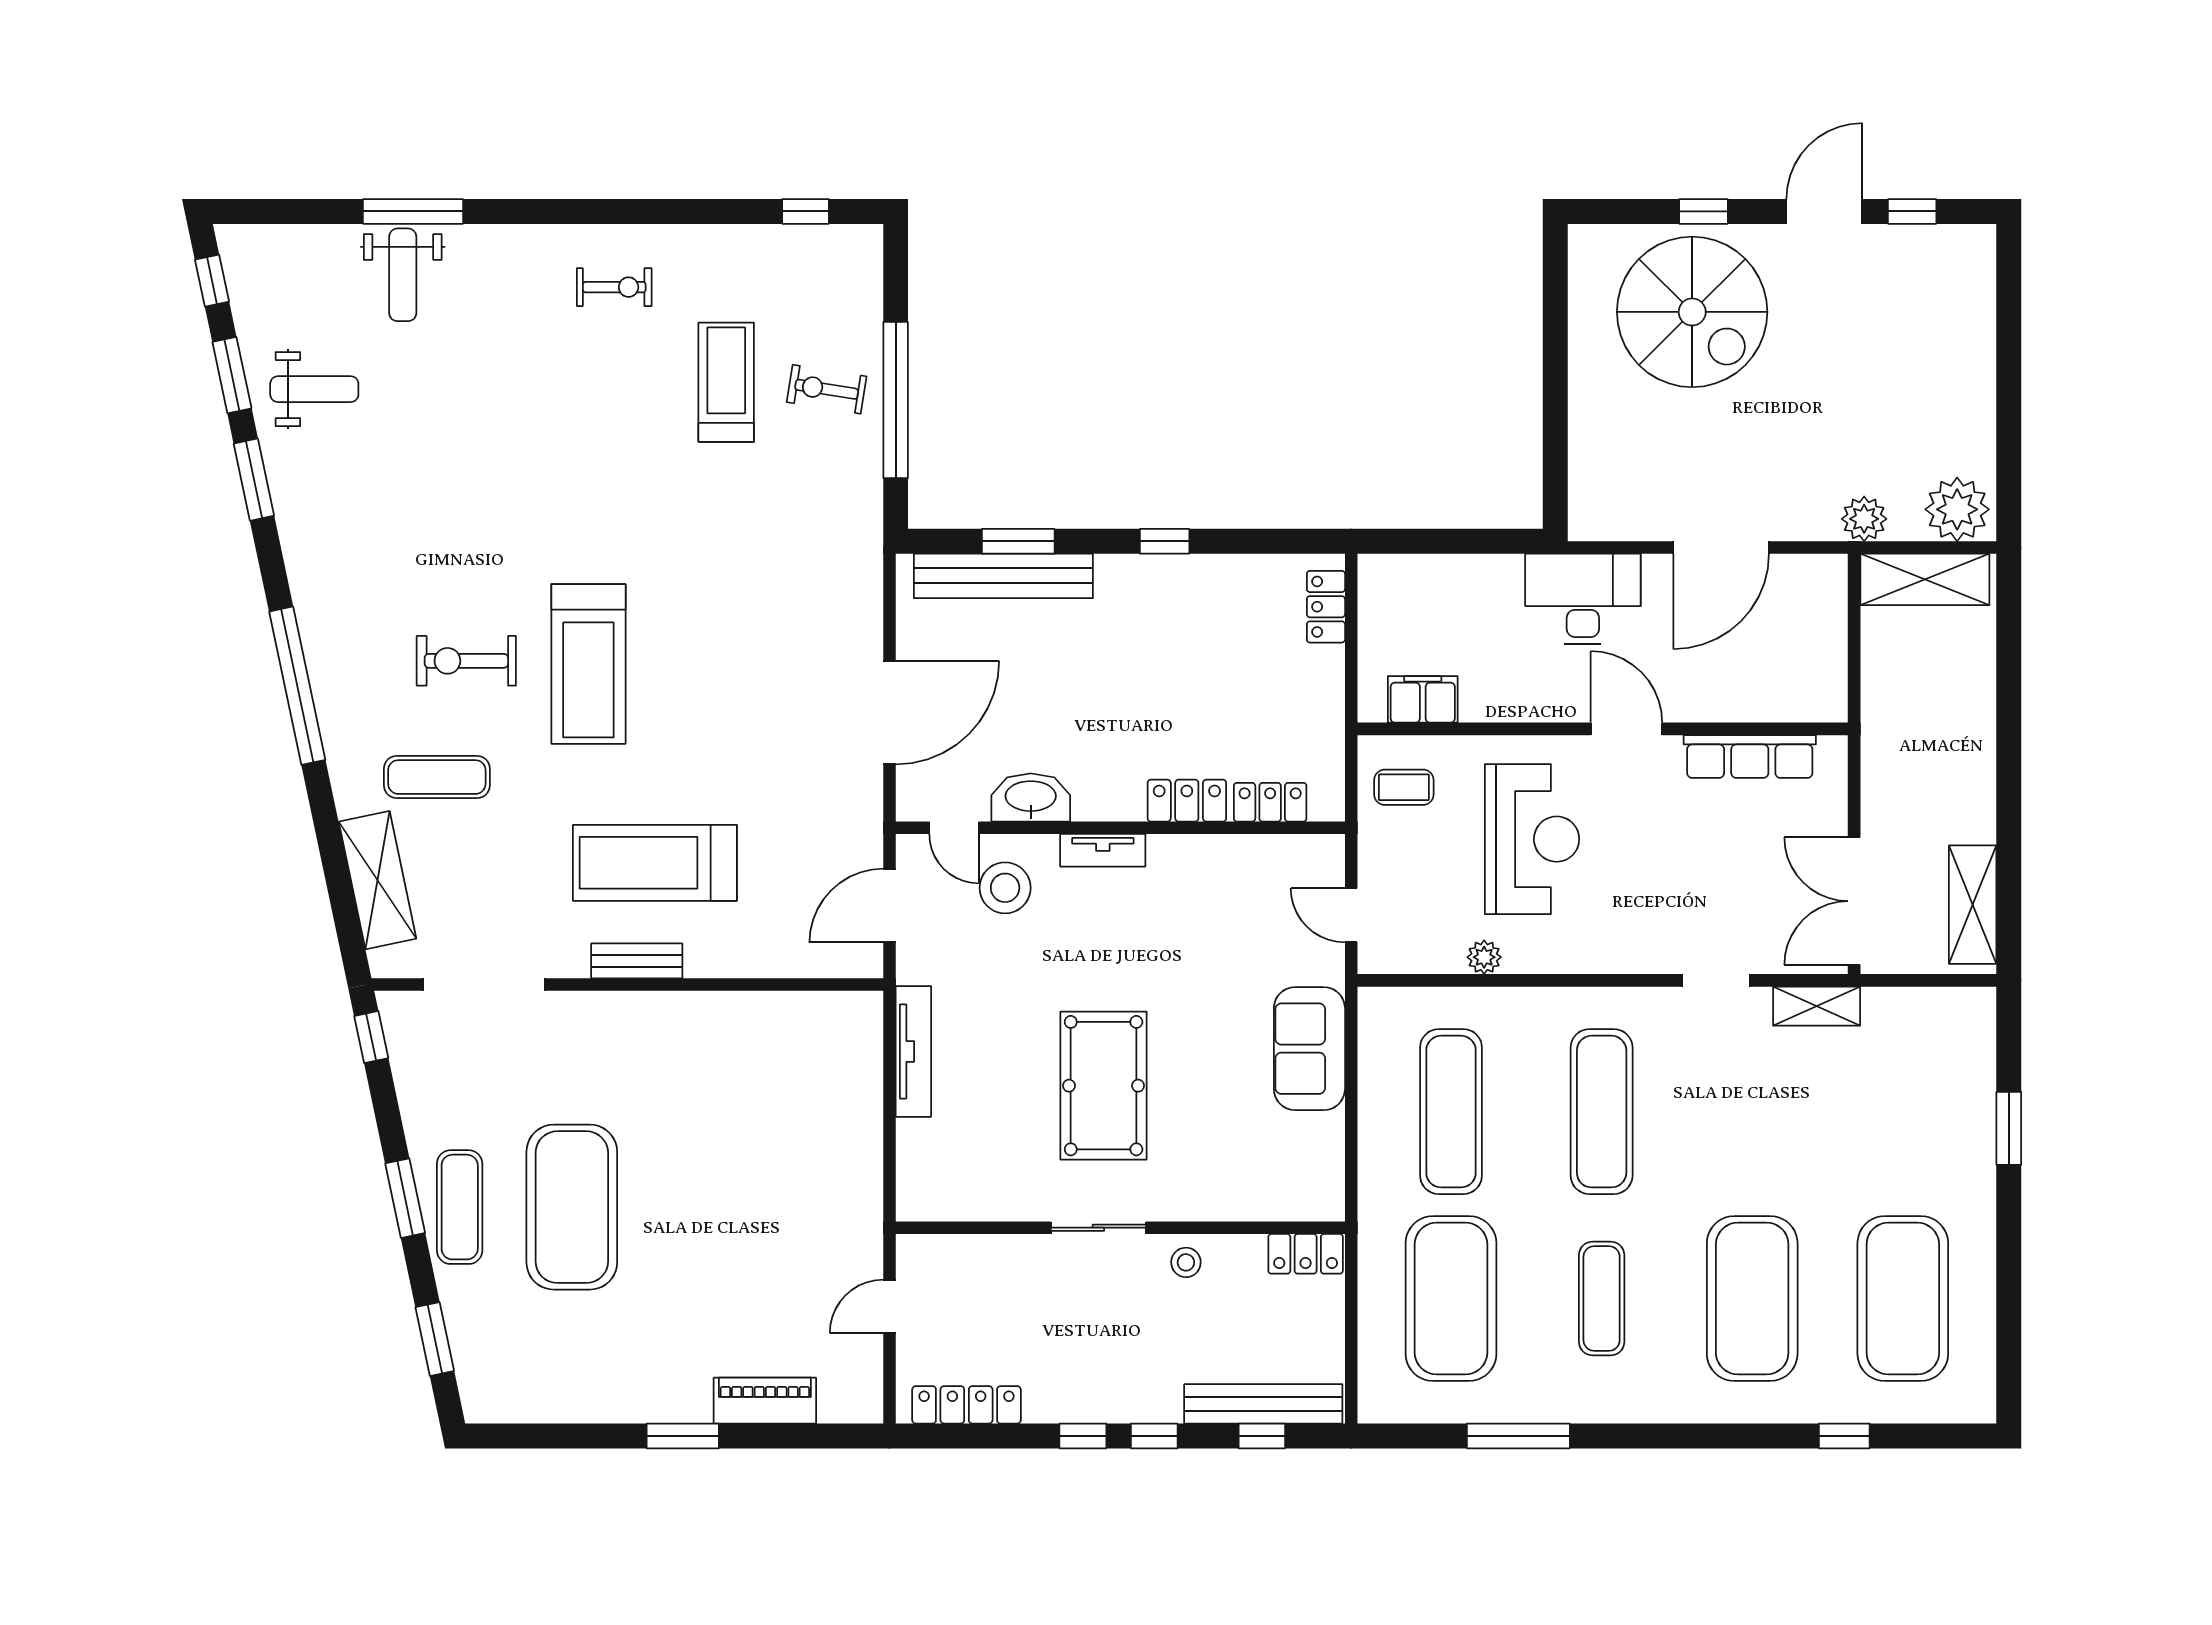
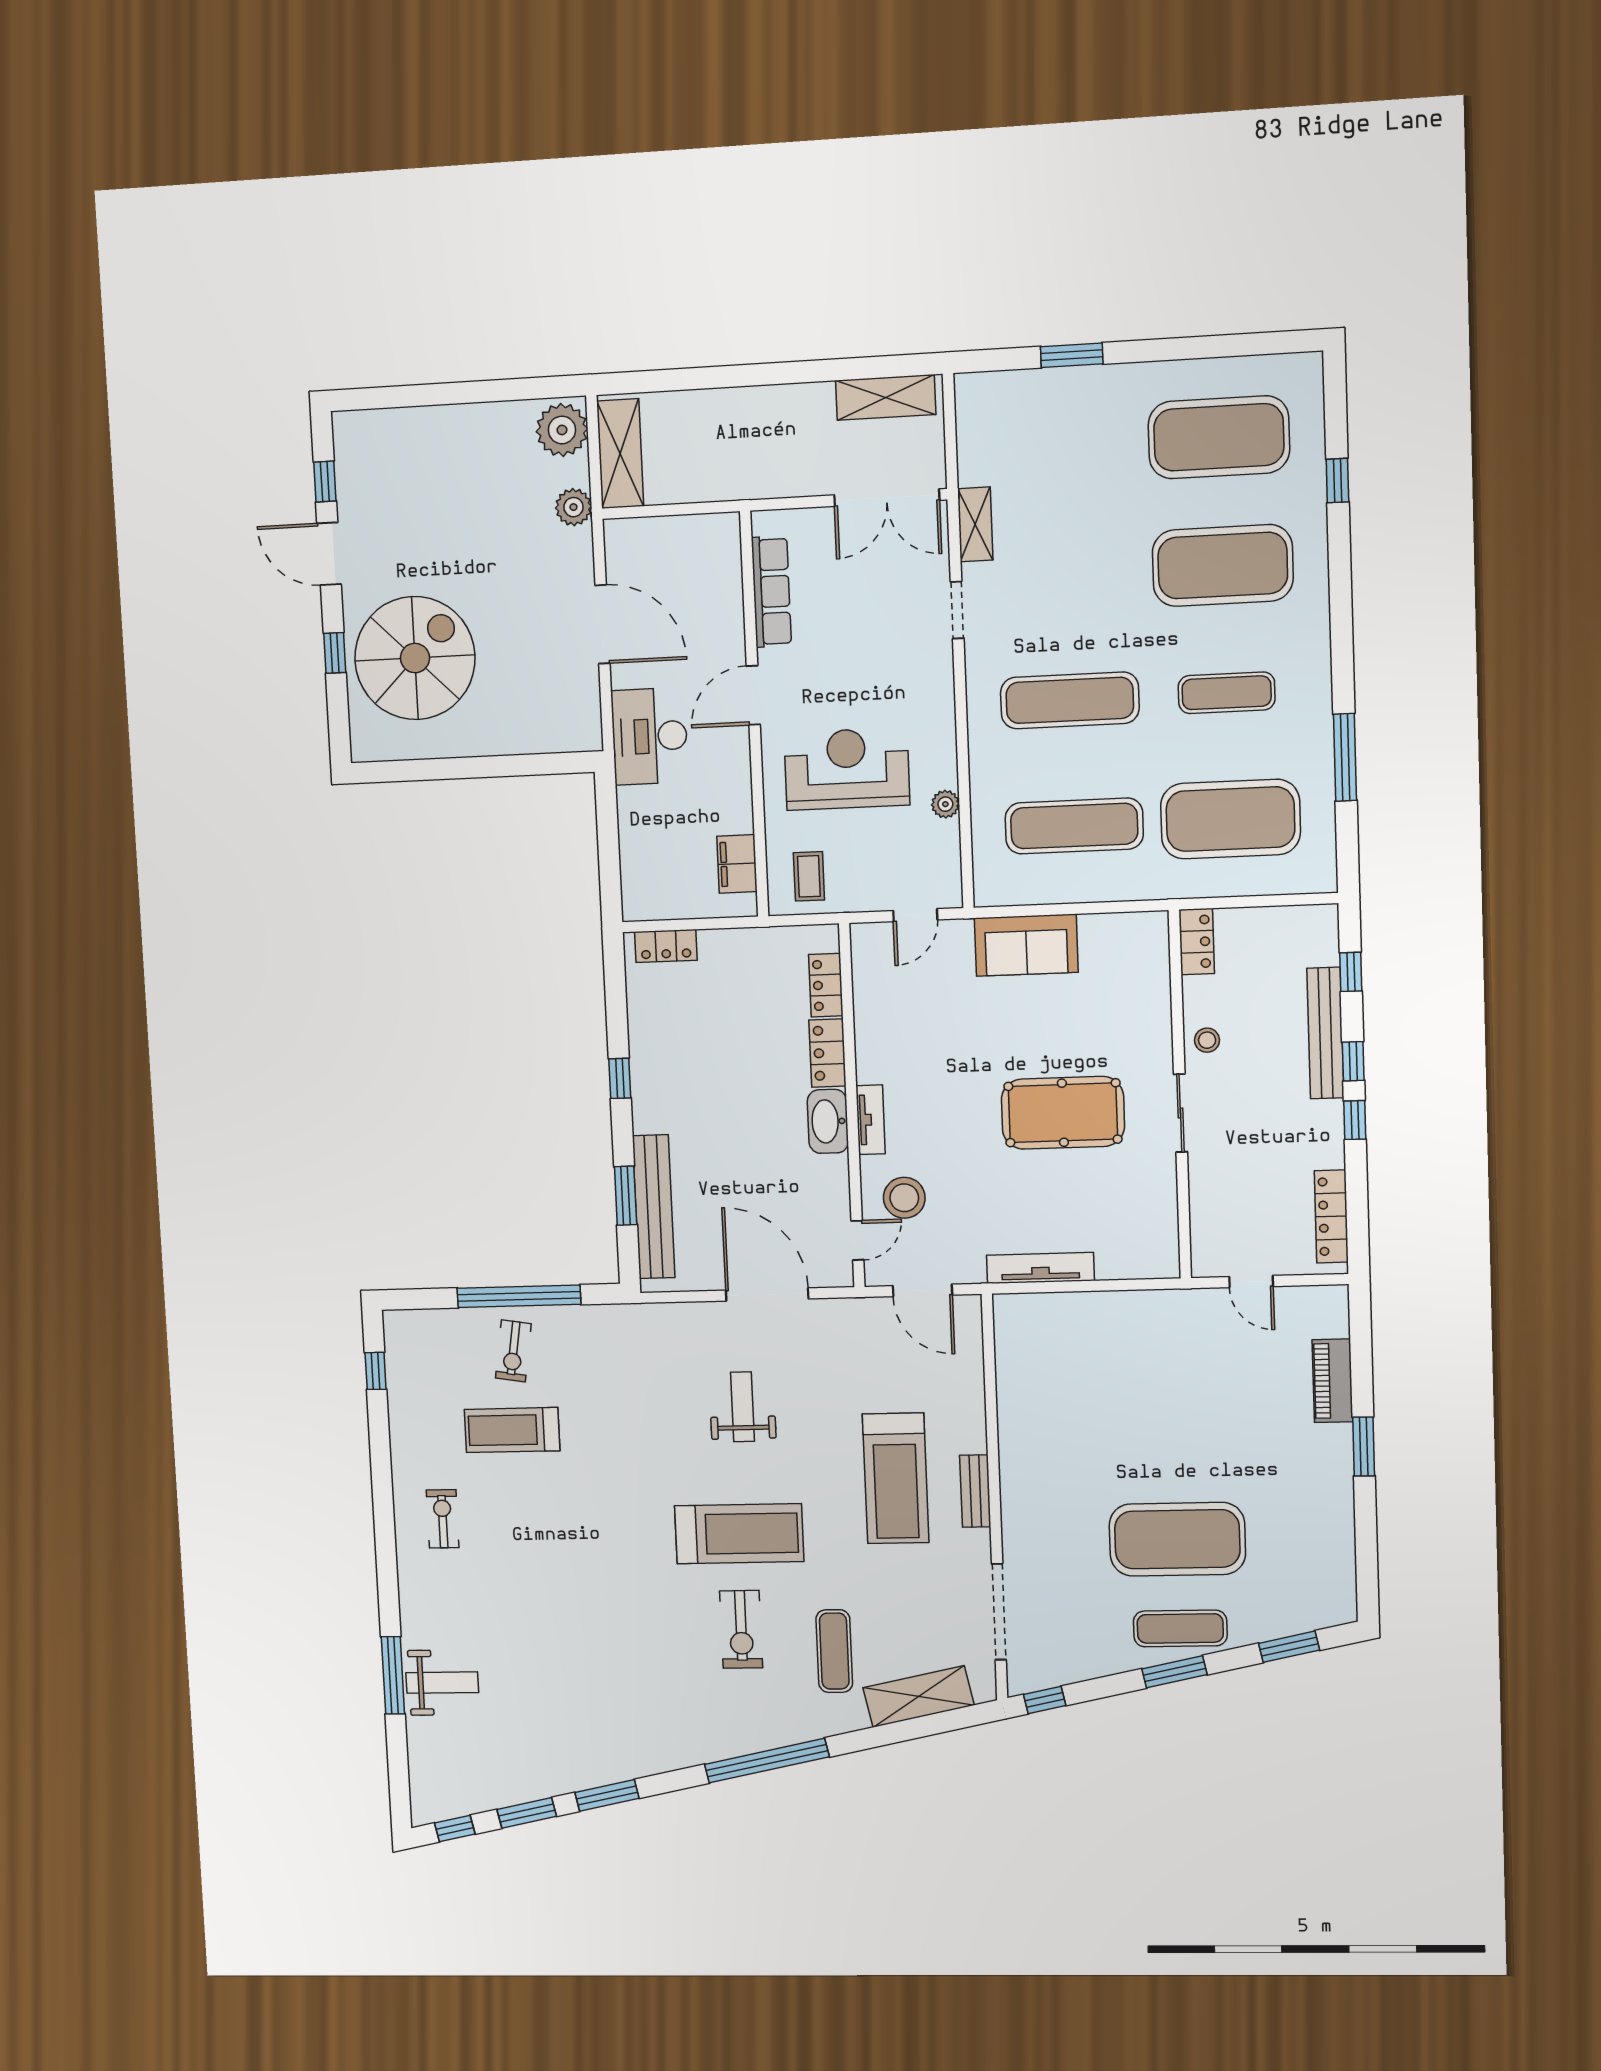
weight bench: (314, 389) -> (742, 1407), moved
washbasin: (1031, 798) -> (828, 1121), moved
bench: (1263, 1404) -> (1325, 1033), moved

